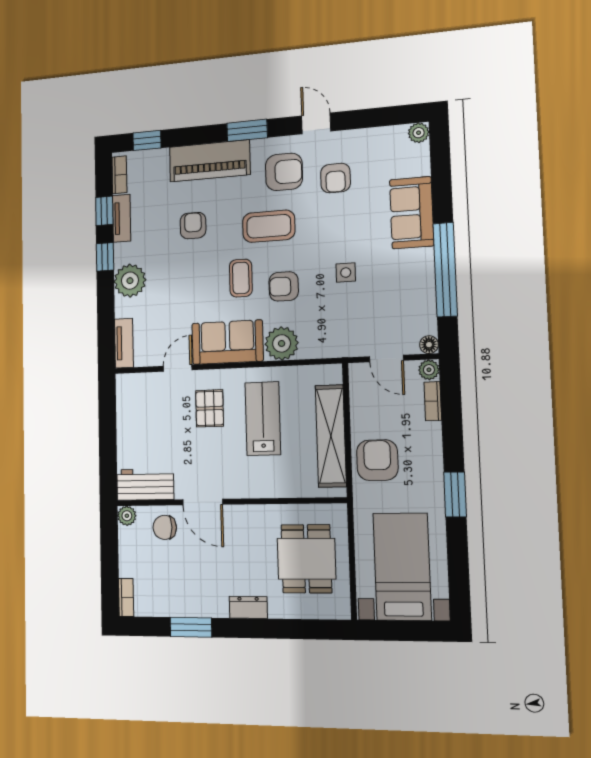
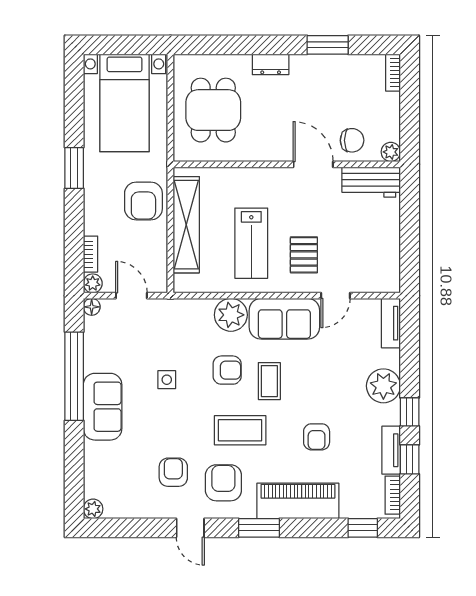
armchair: (284, 172) -> (223, 483), turned 90
sofa: (412, 213) -> (103, 407), moved

